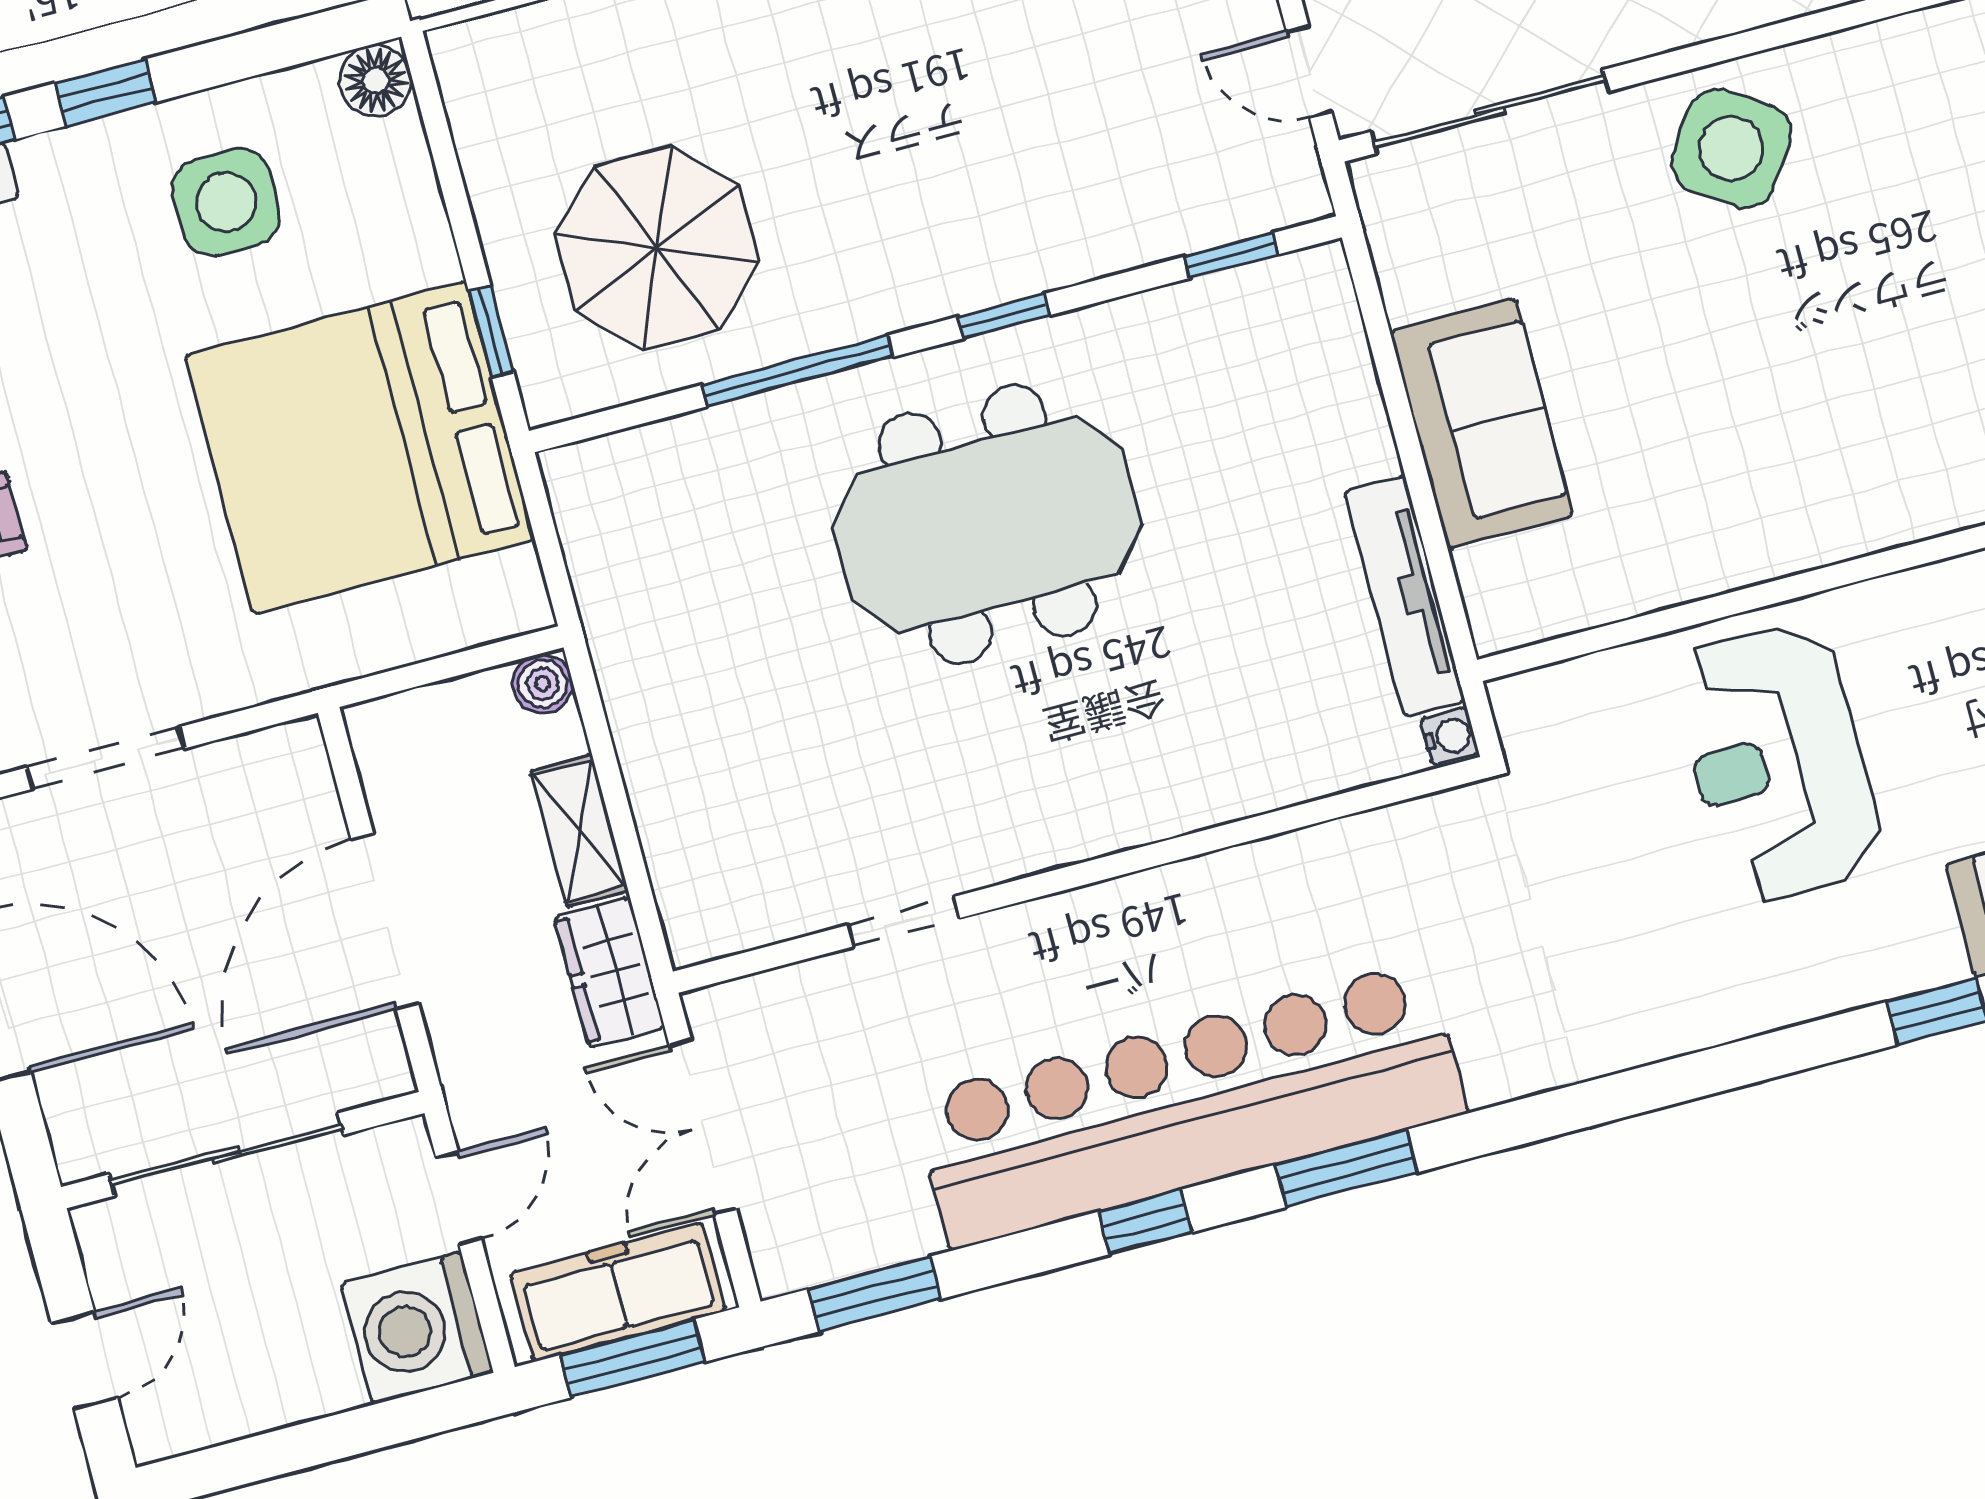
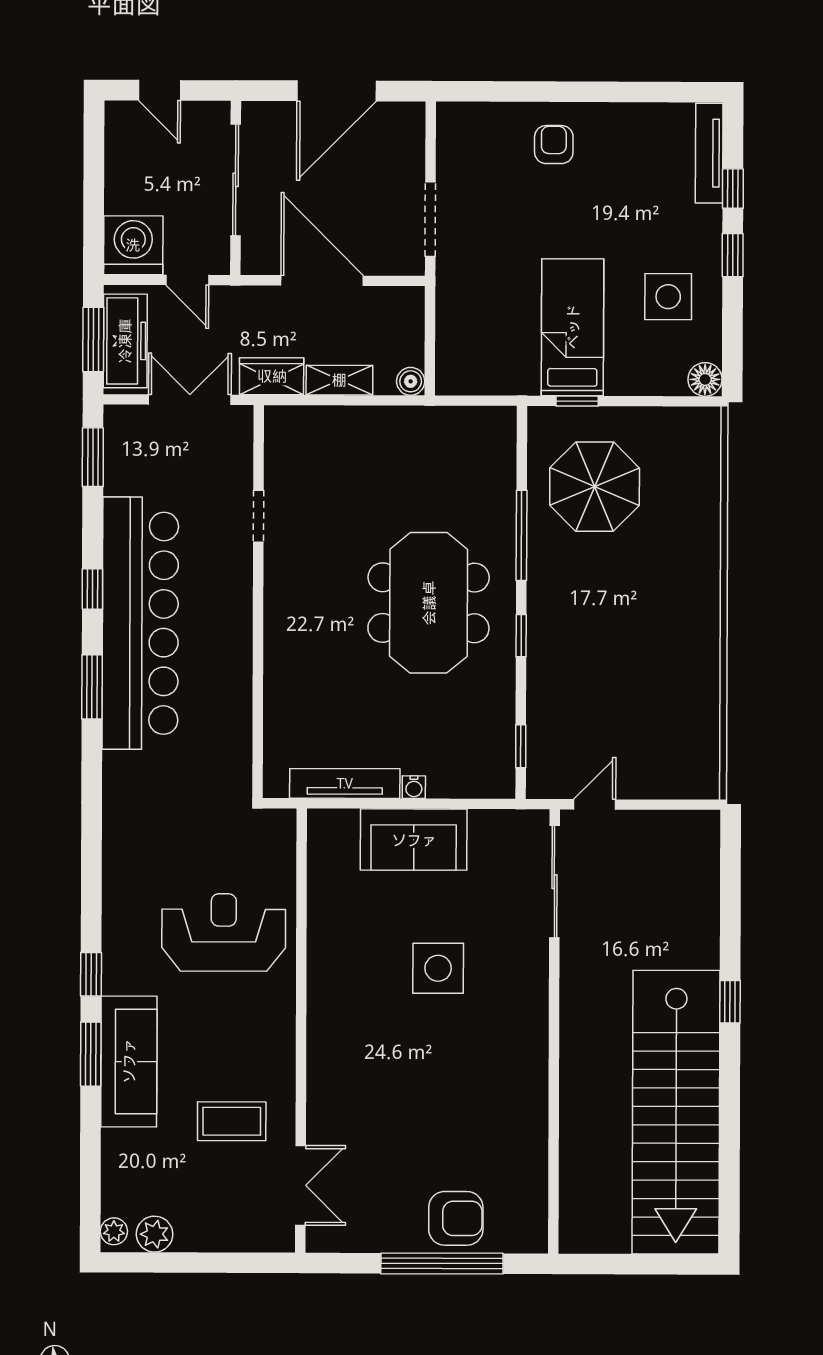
side table: (1731, 148) -> (438, 968), moved, turned -34
bed: (360, 448) -> (573, 327), width x0.49
water cooler: (1450, 736) -> (414, 787), moved
doorway: (106, 758) -> (430, 219), moved

